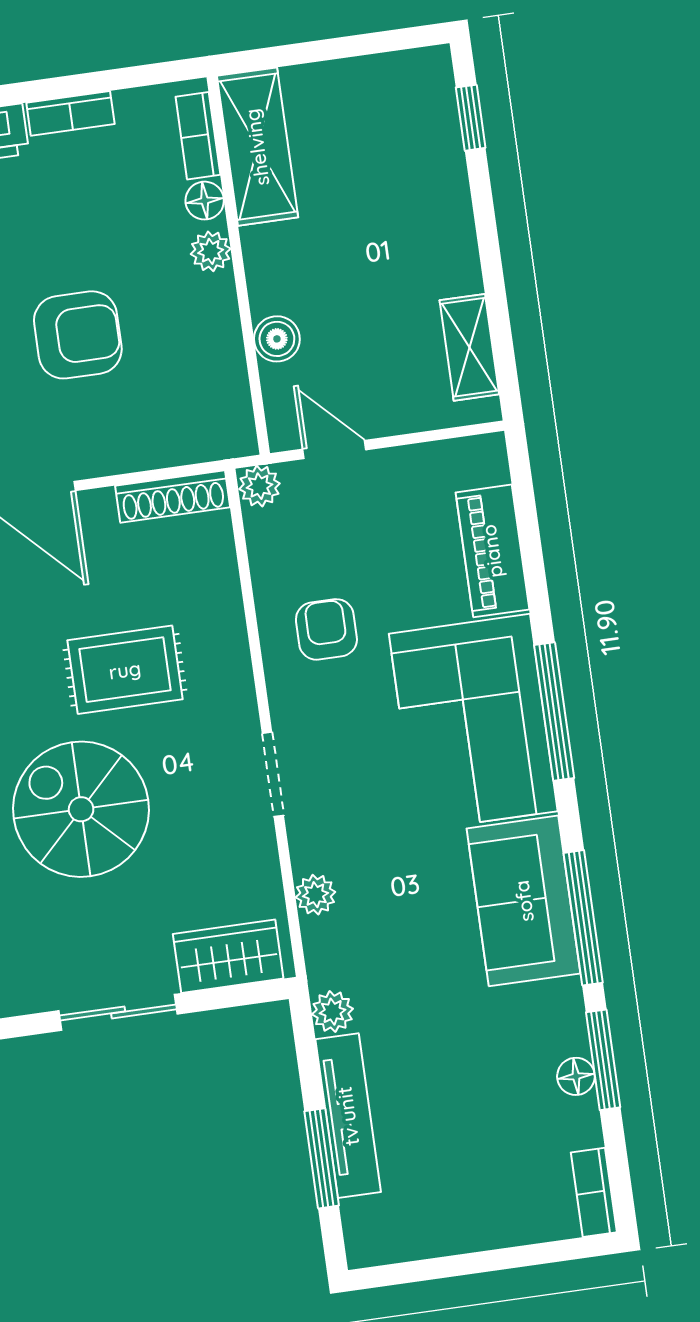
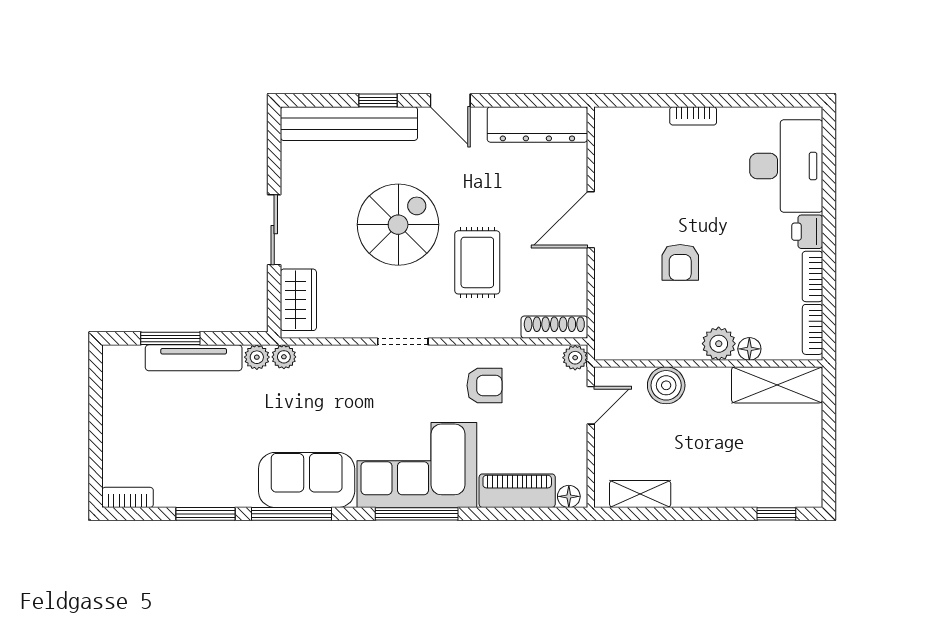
bookcase: (198, 136) -> (813, 329), moved, turned -90
plant: (211, 251) -> (719, 344), width x1.38, depth x1.38
armchair: (78, 335) -> (680, 262), width x0.72, depth x0.72
boiler: (277, 339) -> (666, 385), width x1.36, depth x1.36
shoe rack: (173, 496) -> (554, 327), moved, turned 90
plant: (315, 895) -> (284, 357), moved
floor lamp: (576, 1076) -> (569, 496), moved

